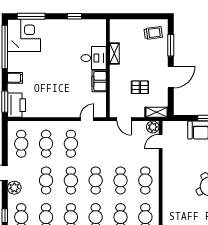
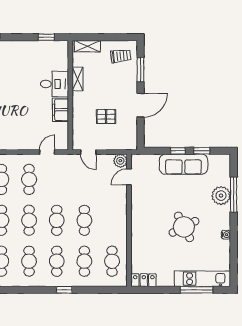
window: (74, 16) -> (46, 37), moved
shelving: (157, 112) -> (87, 46), moved
cafe table: (145, 180) -> (112, 220), removed

